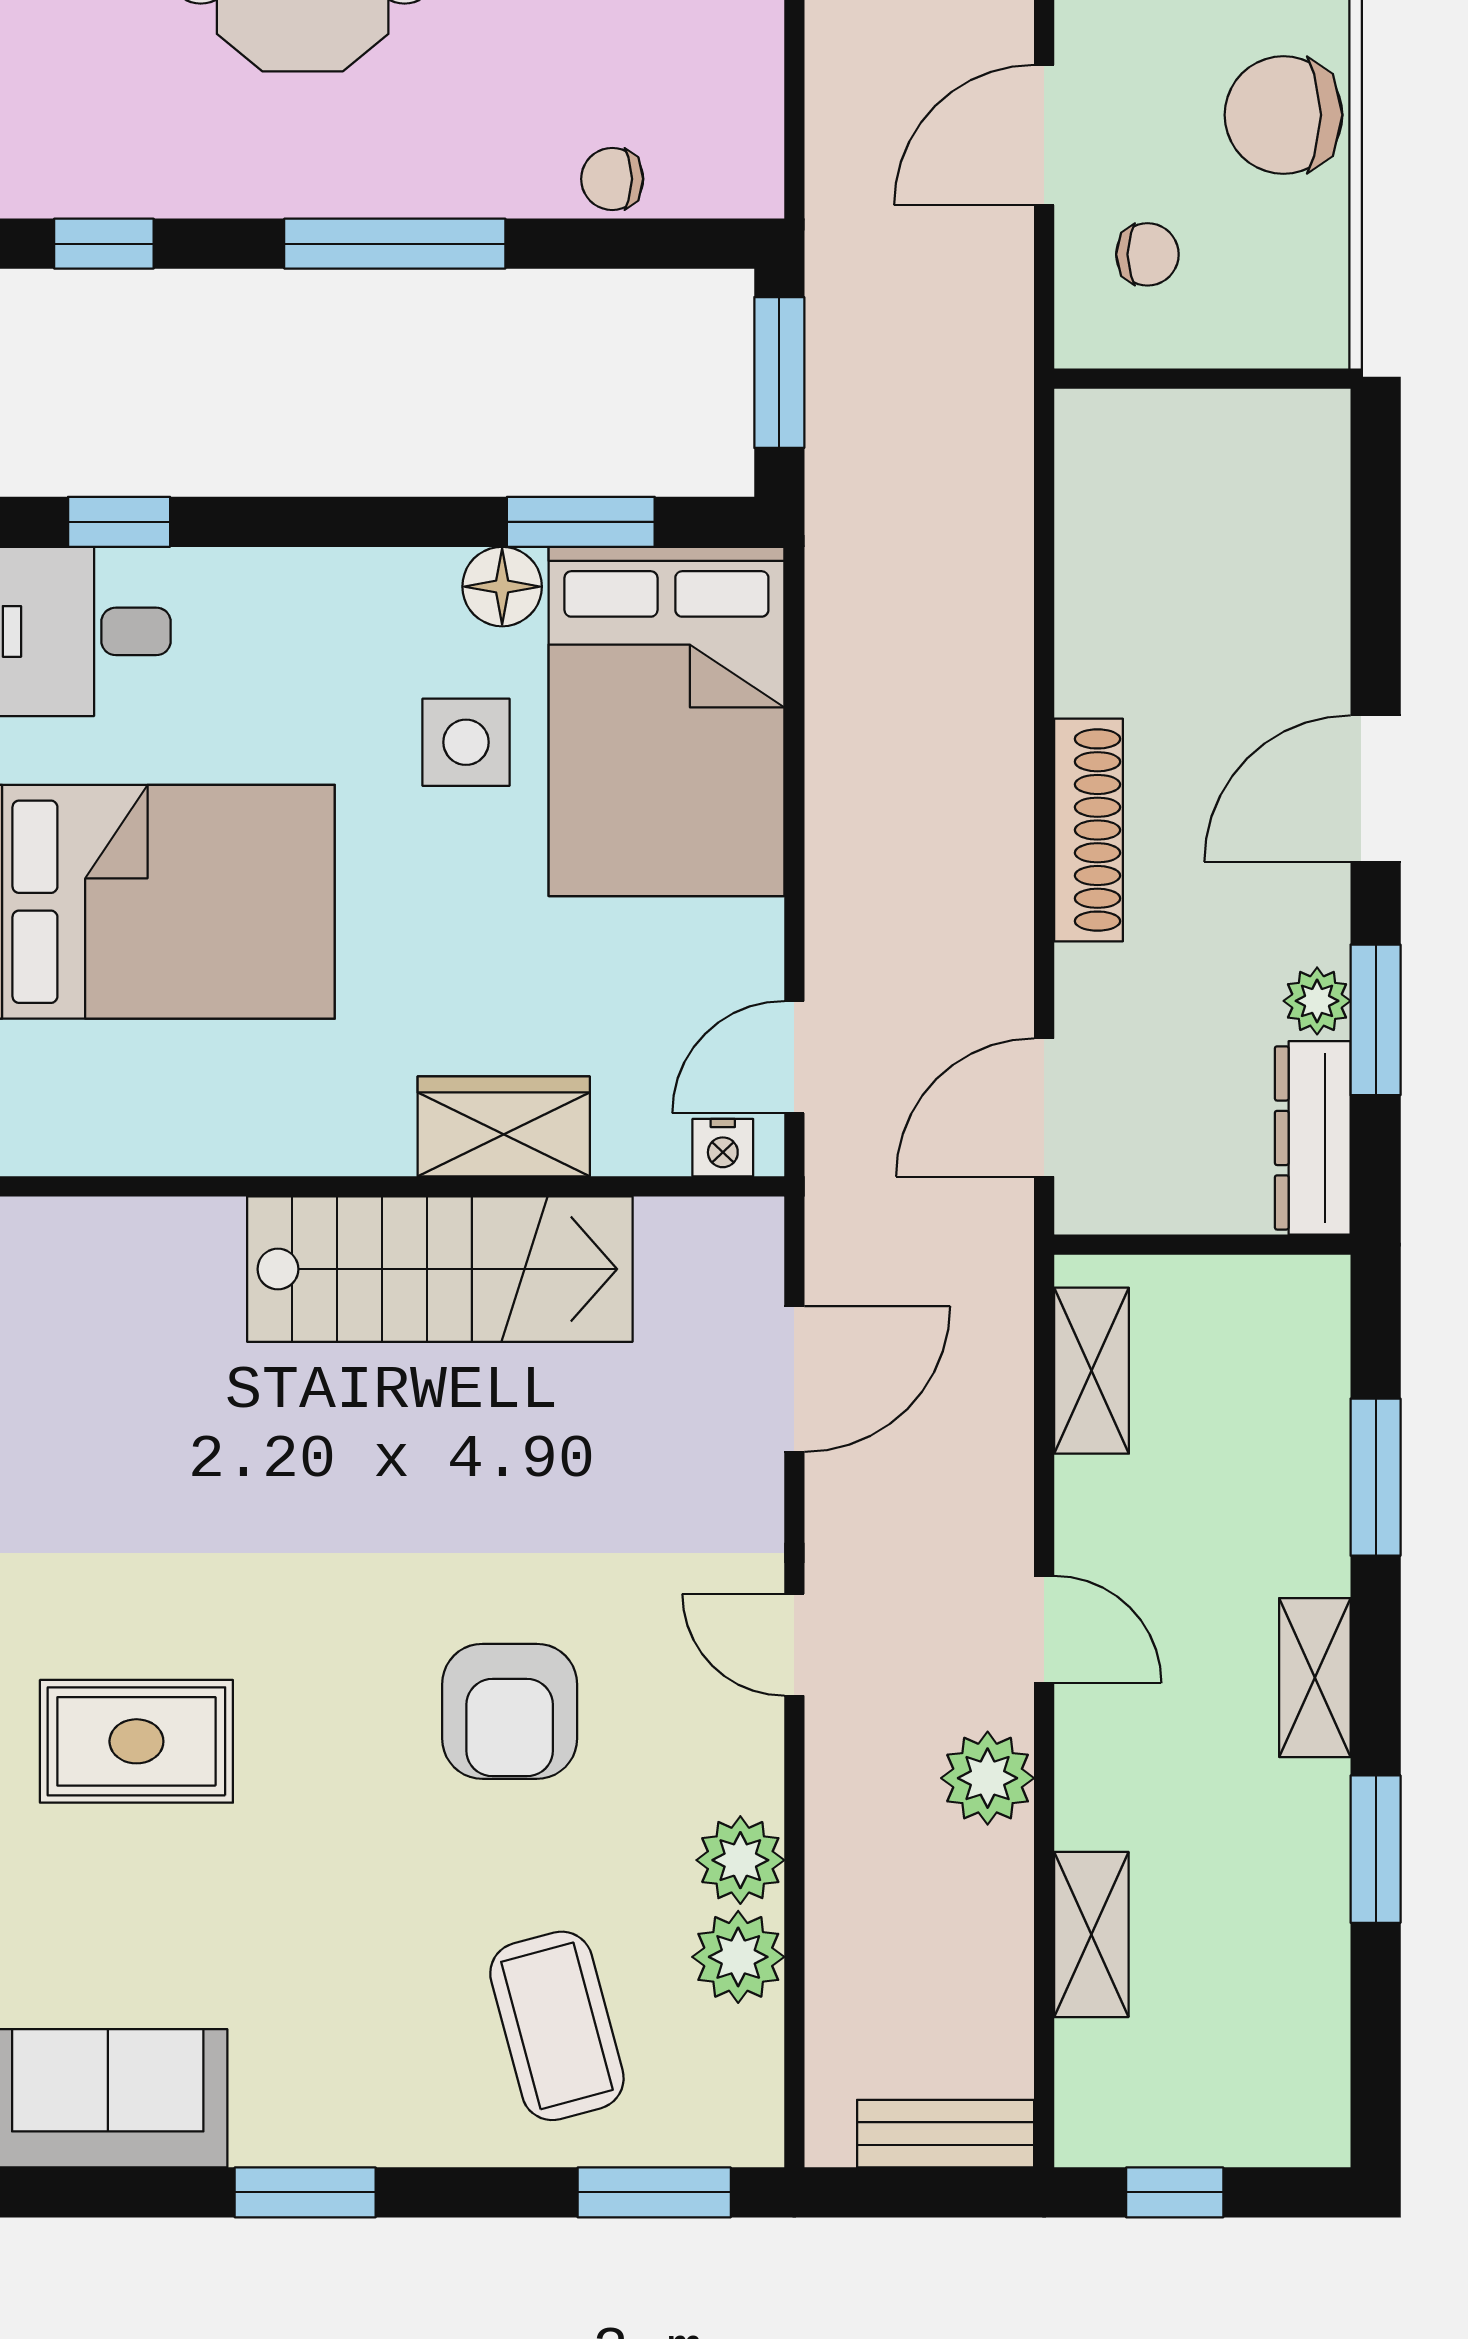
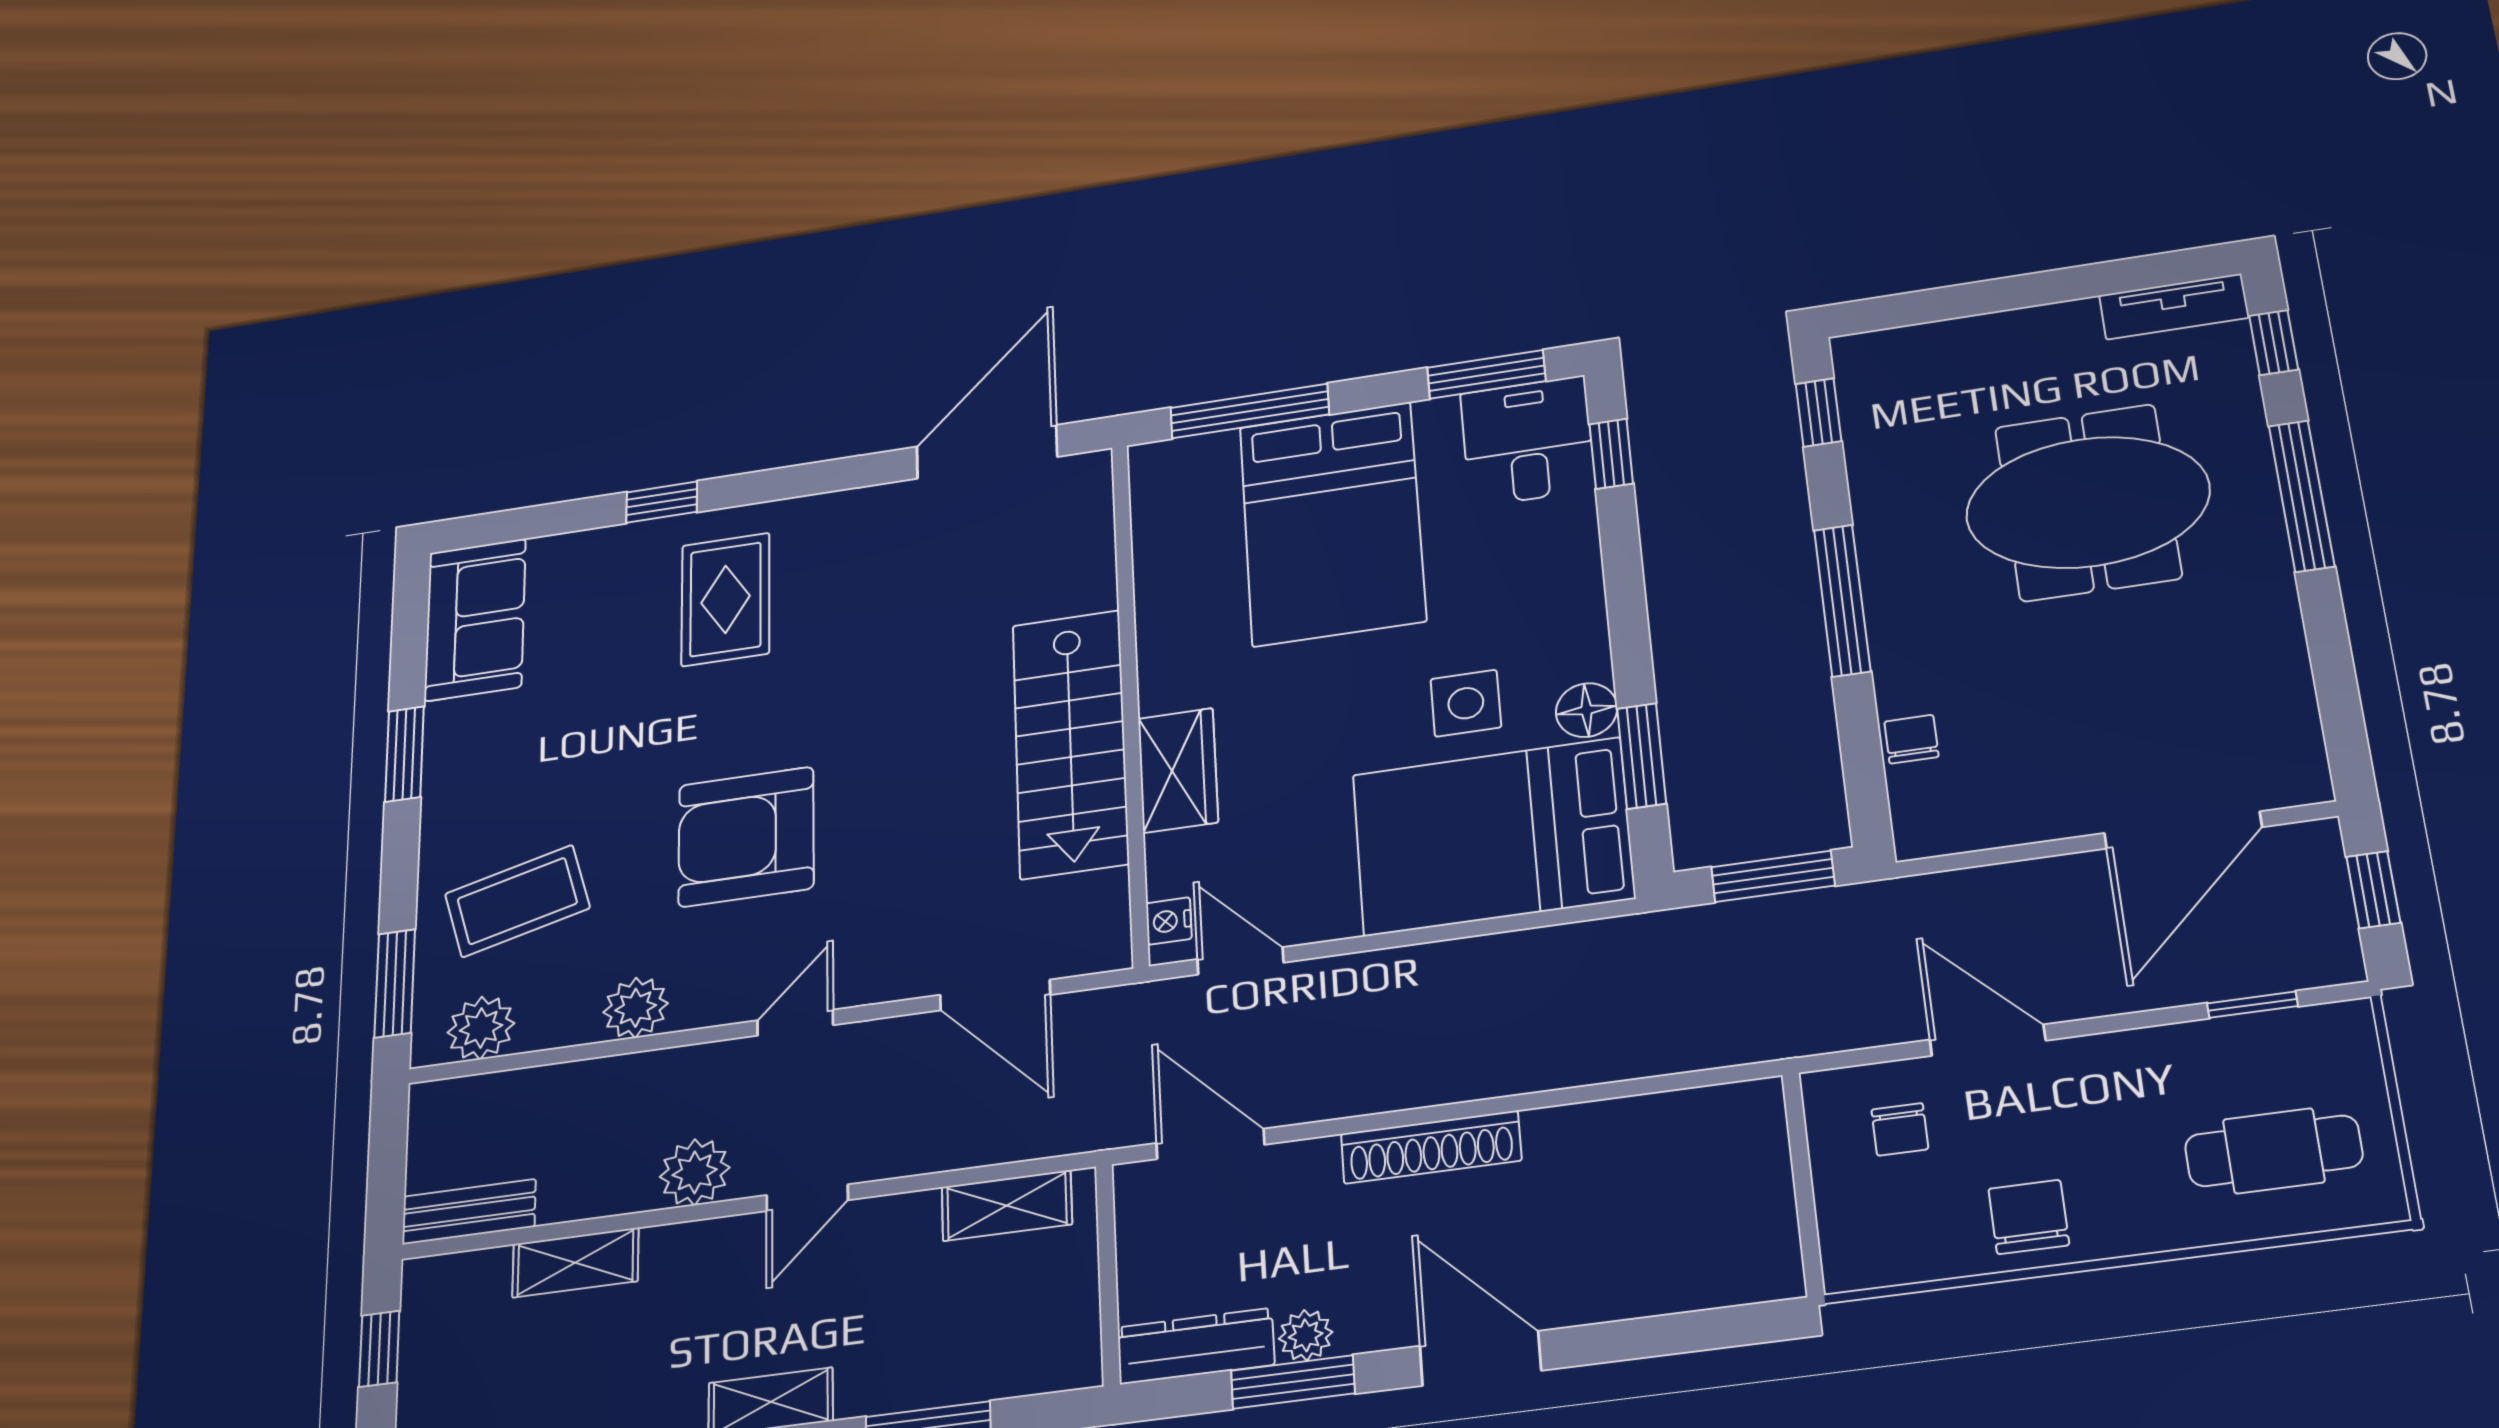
chair: (1283, 115) -> (2029, 1217), width x0.73, depth x0.73
armchair: (510, 1711) -> (746, 837), width x1.36, depth x1.36
plant: (738, 1957) -> (481, 1028), moved
bench: (946, 2134) -> (469, 1212), moved, turned 90

